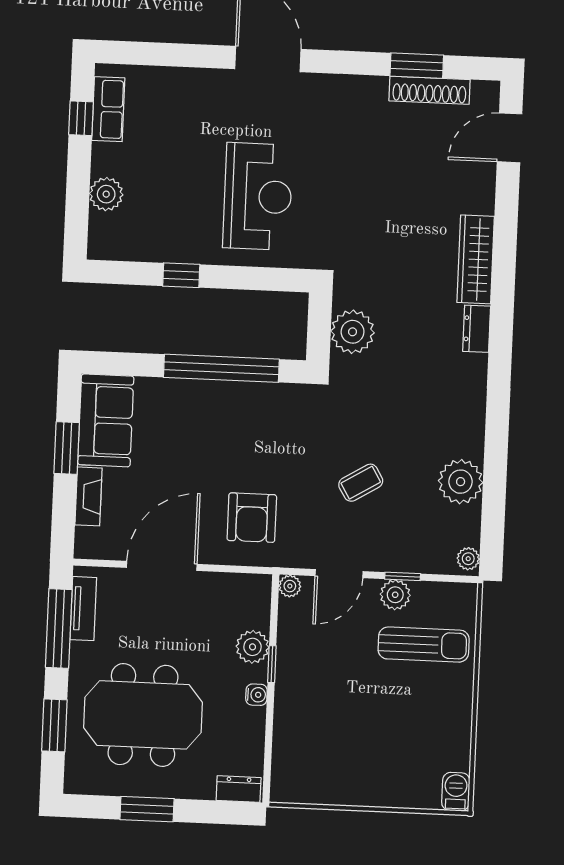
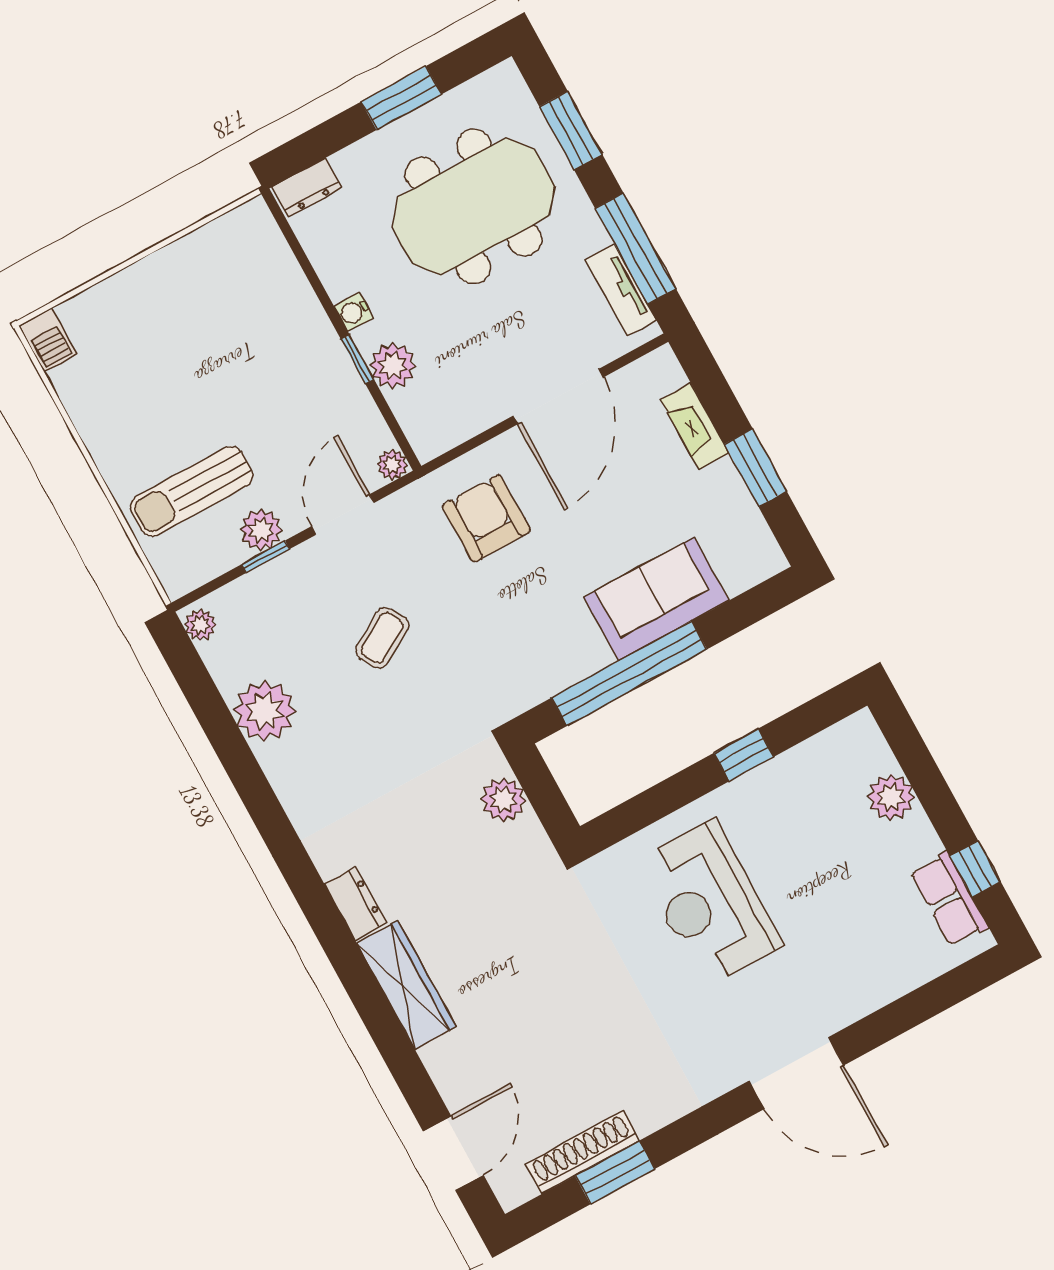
plant: (353, 332) -> (503, 800), width x0.73, depth x0.73
sofa: (106, 420) -> (656, 599), moved, turned 90

